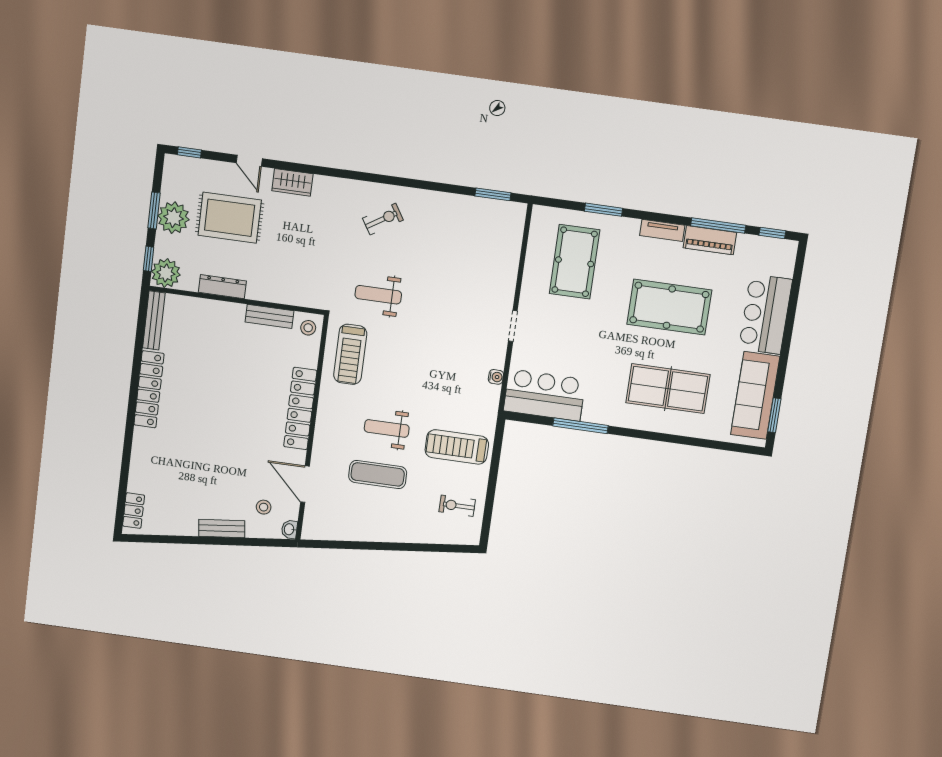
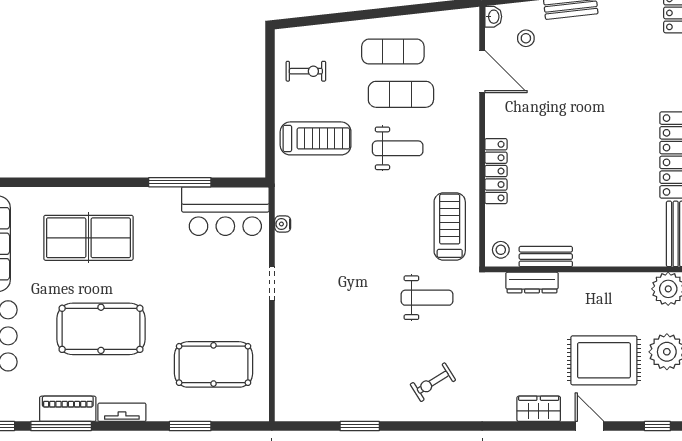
window: (493, 194) -> (360, 426), moved
pool table: (575, 262) -> (214, 364), turned 90
dresser: (222, 287) -> (532, 283), moved
locker: (300, 409) -> (496, 171), width x0.71, depth x0.83
exercise mat: (380, 512) -> (393, 52), added

